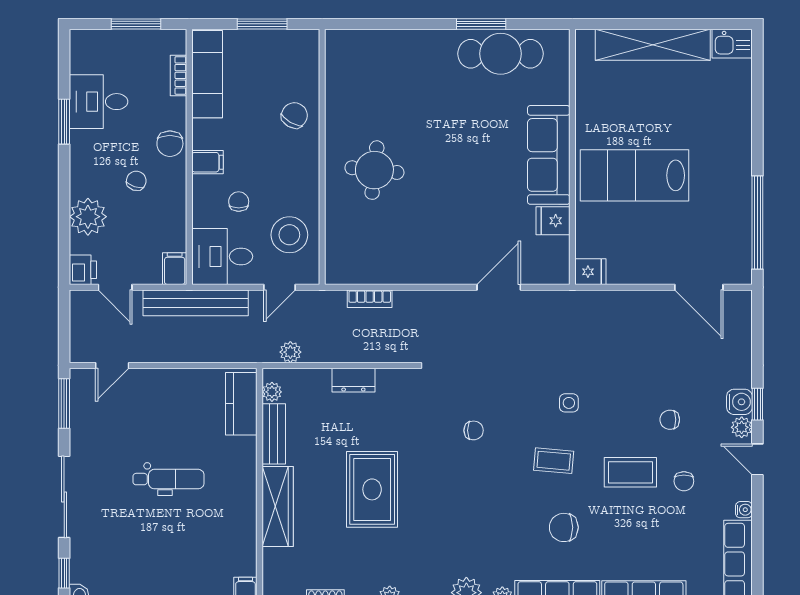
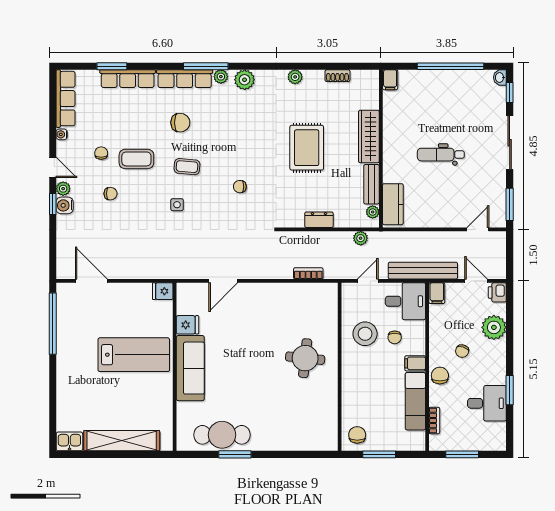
exam couch: (207, 74) -> (415, 401), moved
chair: (294, 115) -> (357, 435), moved, turned 150
stool: (289, 235) -> (365, 334), moved

